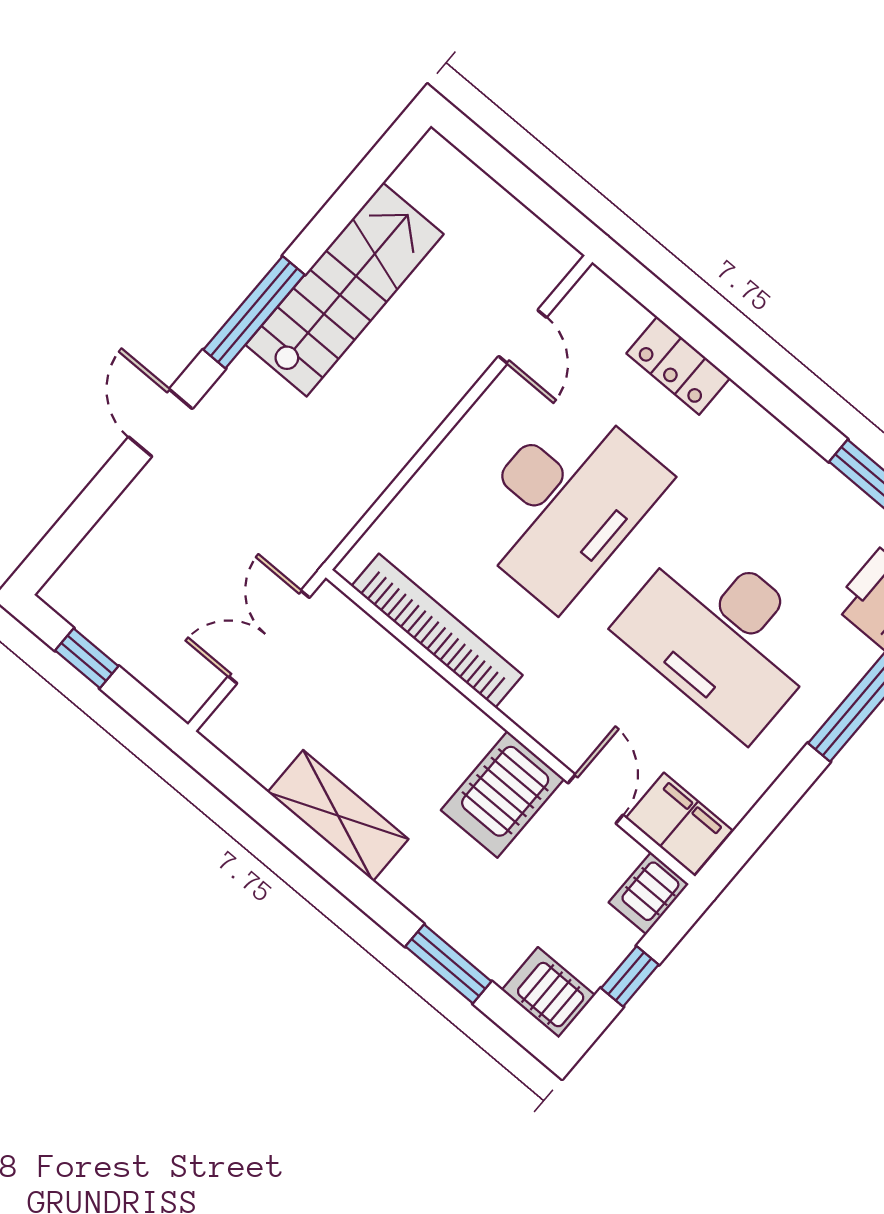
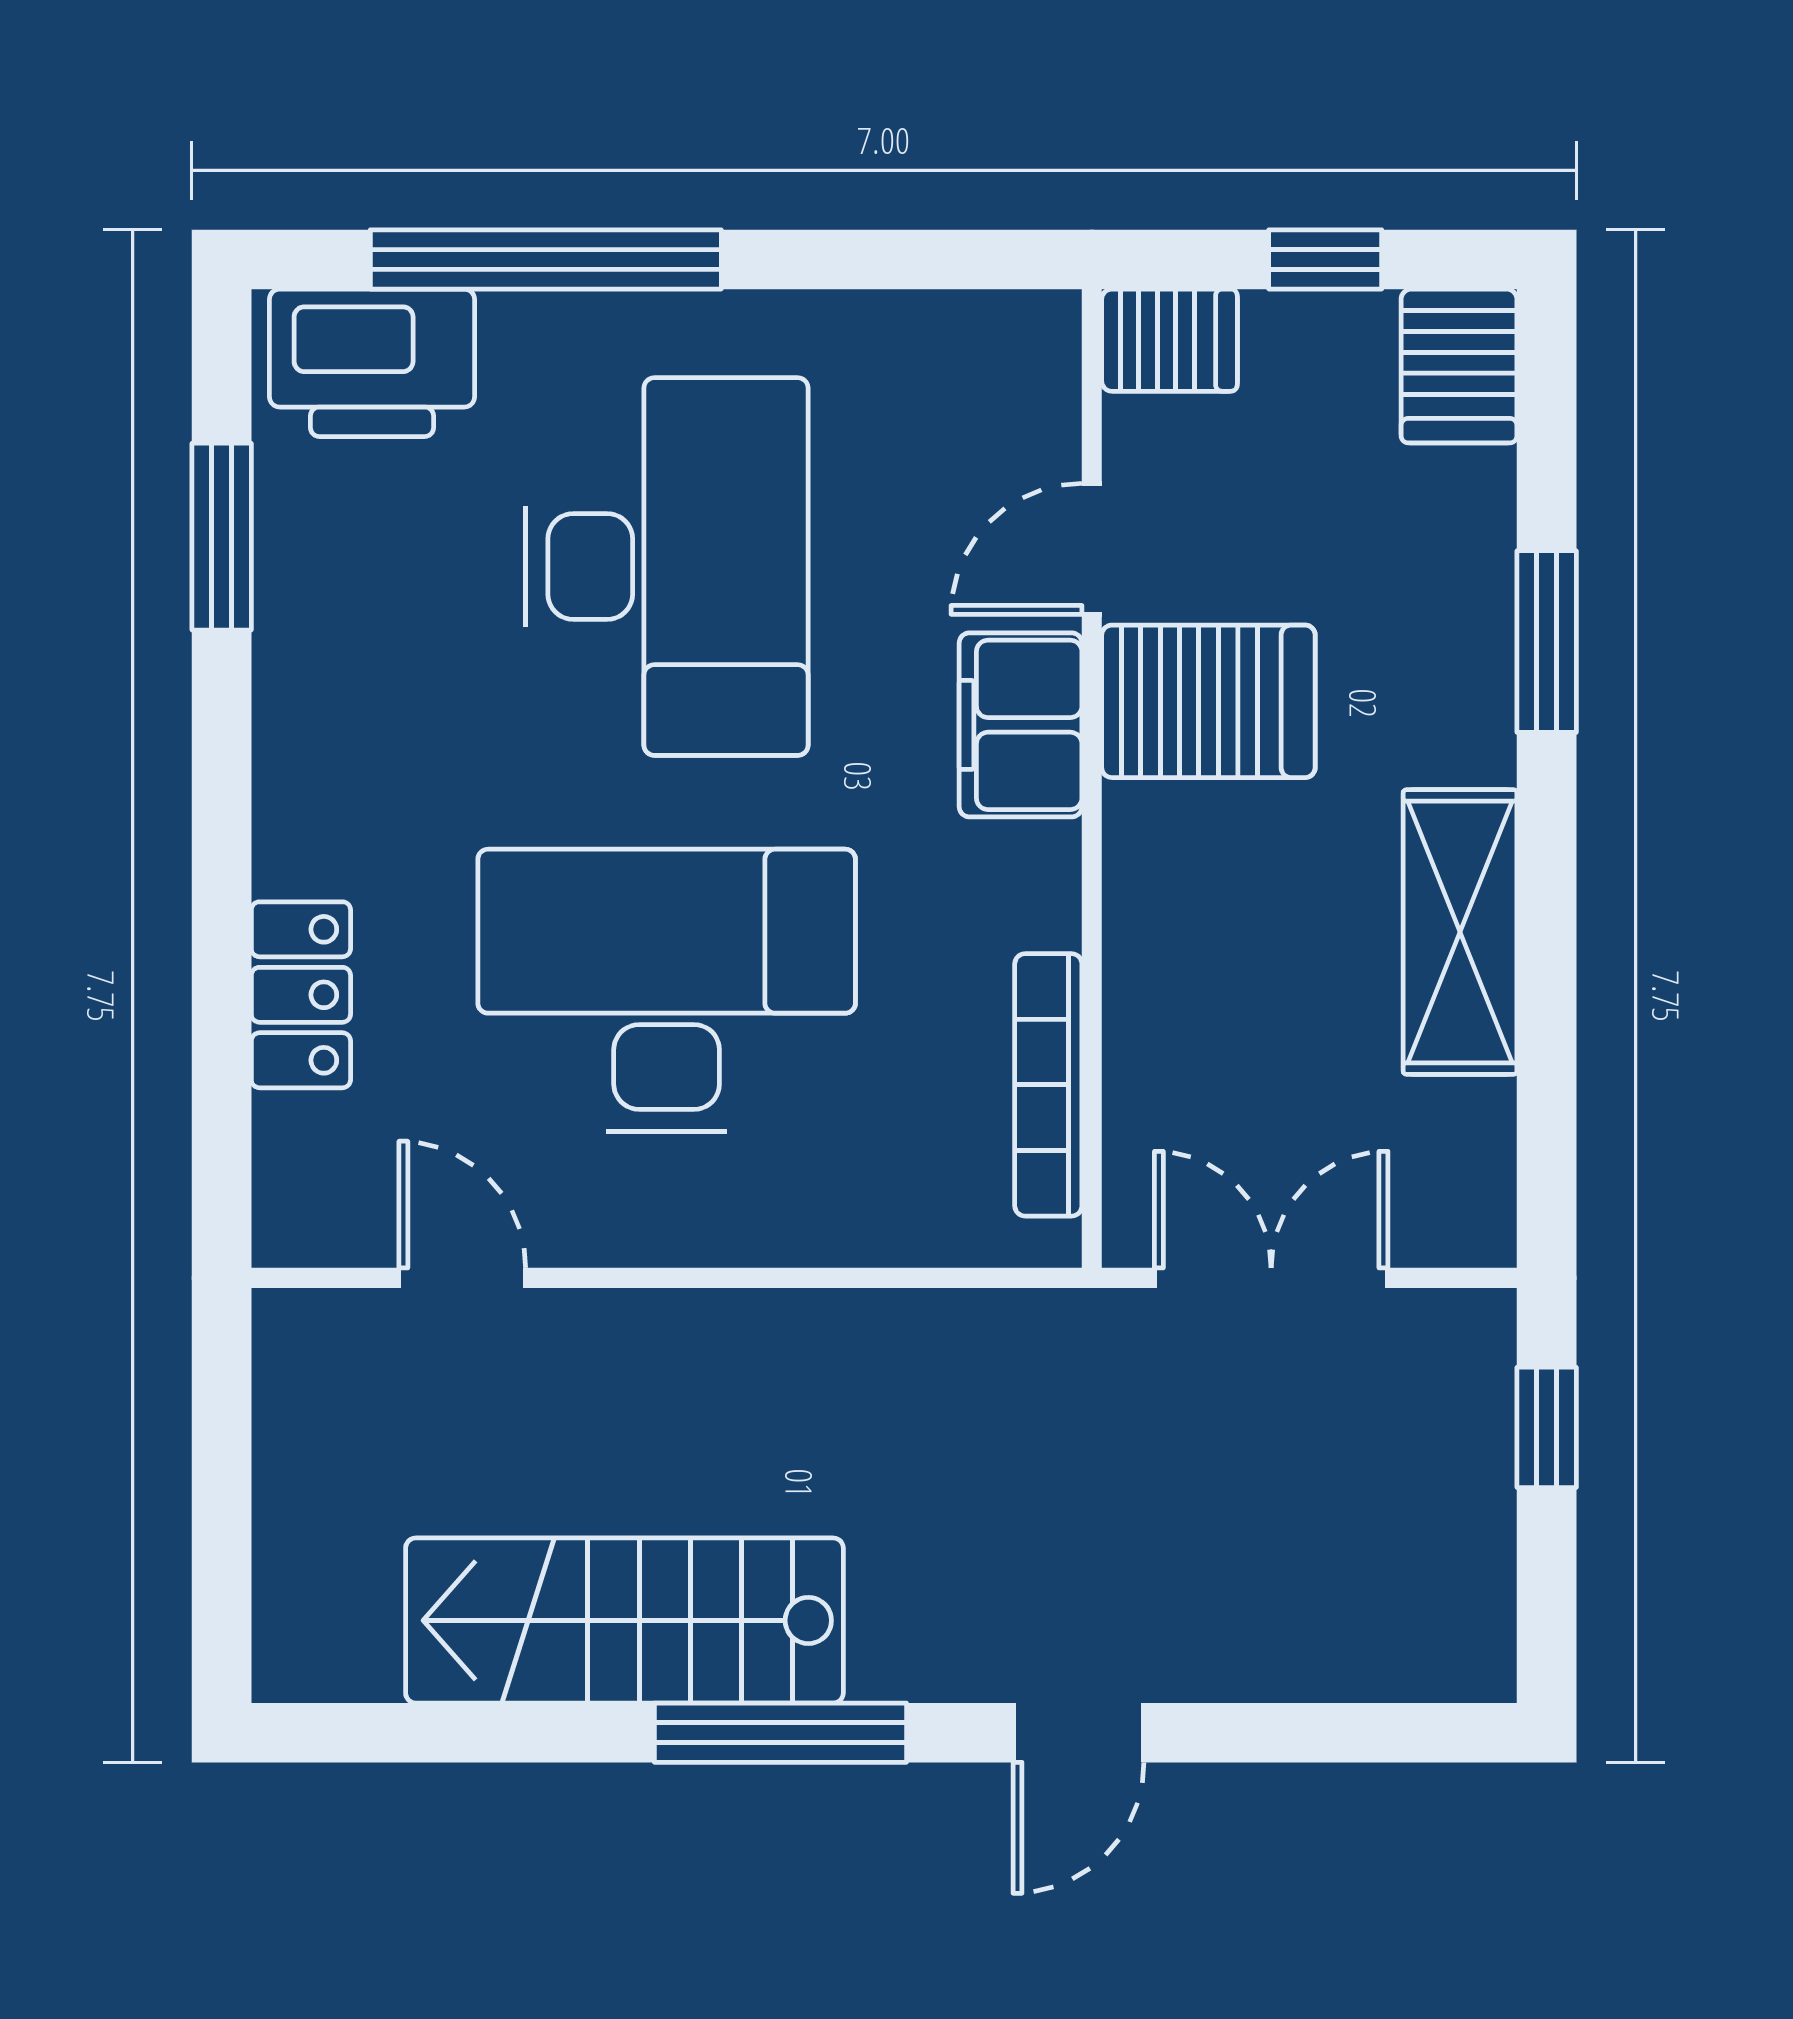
door: (523, 337) -> (462, 1278), hinge flipped
bookcase: (437, 631) -> (1048, 1085), width x0.68, depth x0.76
double door: (269, 637) -> (1271, 1278), swing flipped
window: (87, 658) -> (1547, 1427), moved
filing cabinet: (679, 824) -> (1021, 725), moved
window: (448, 964) -> (1547, 642), moved

